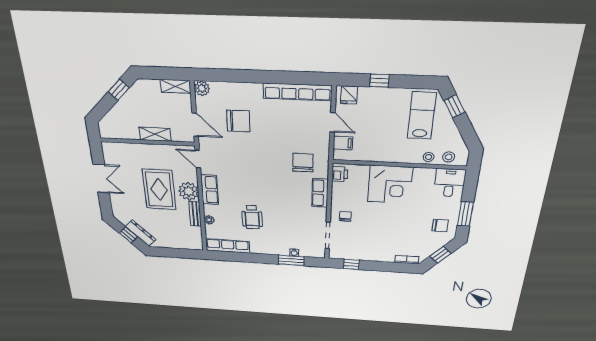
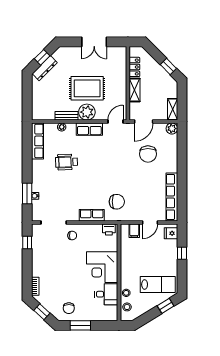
locker: (125, 133) -> (134, 67), added
desk: (450, 183) -> (106, 294), moved

